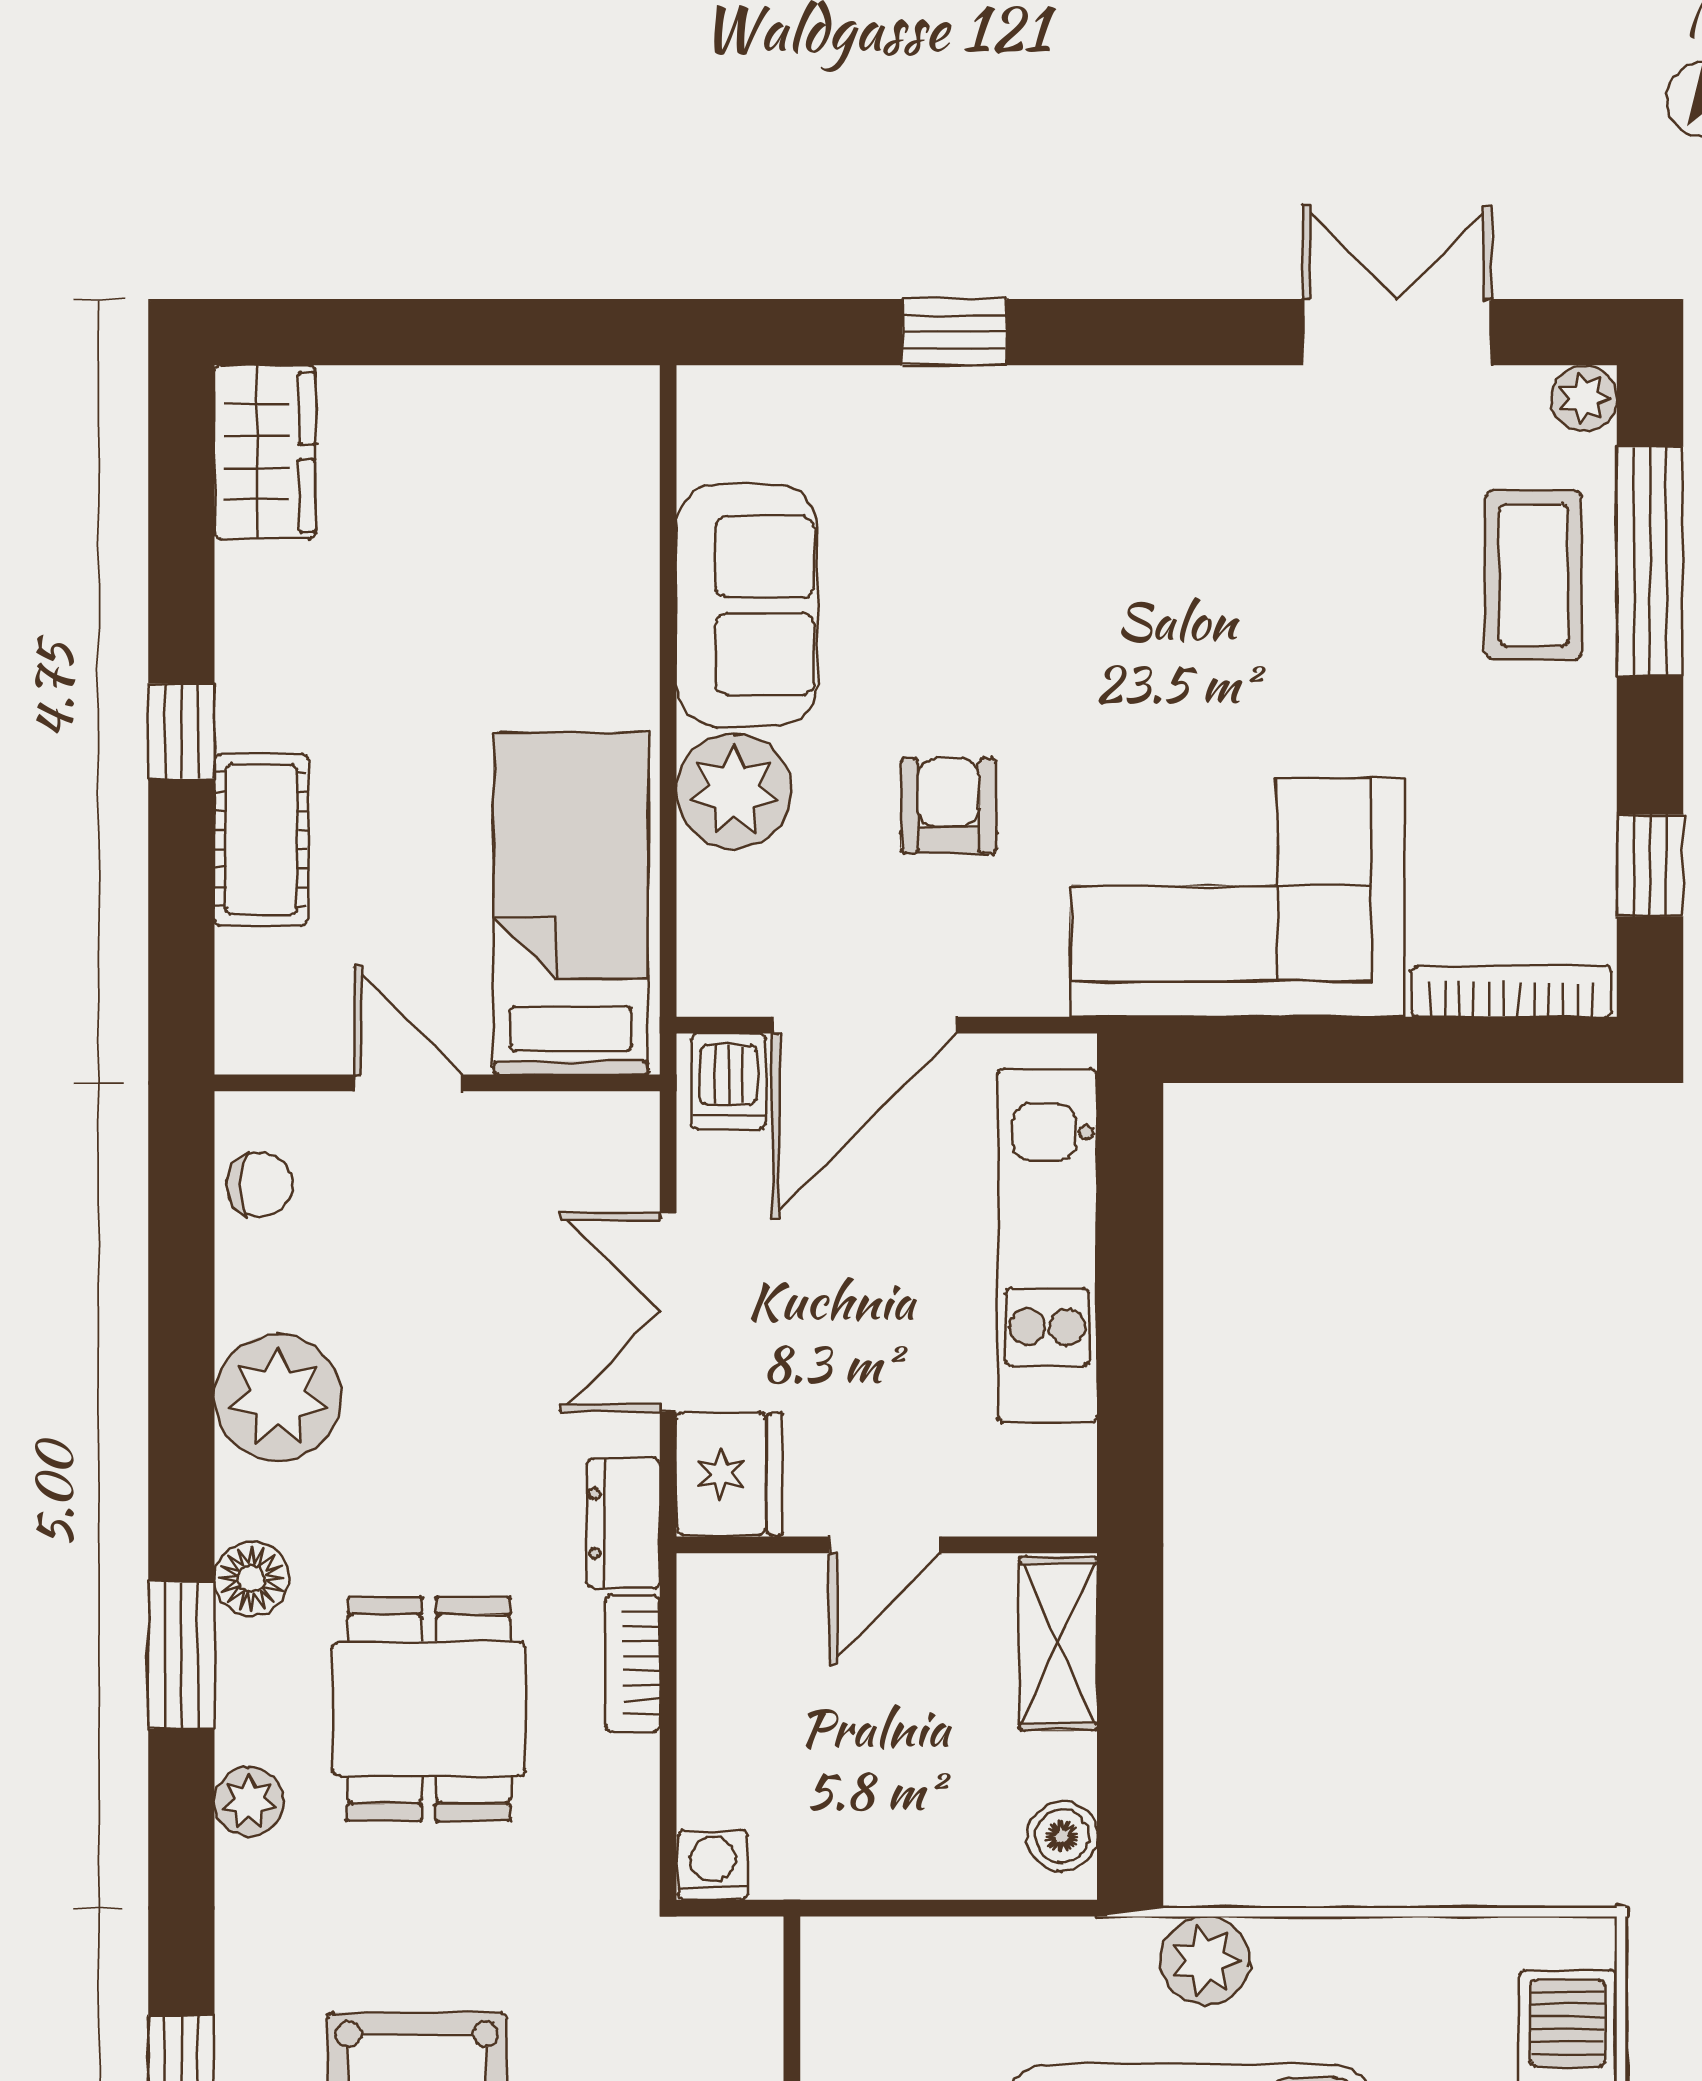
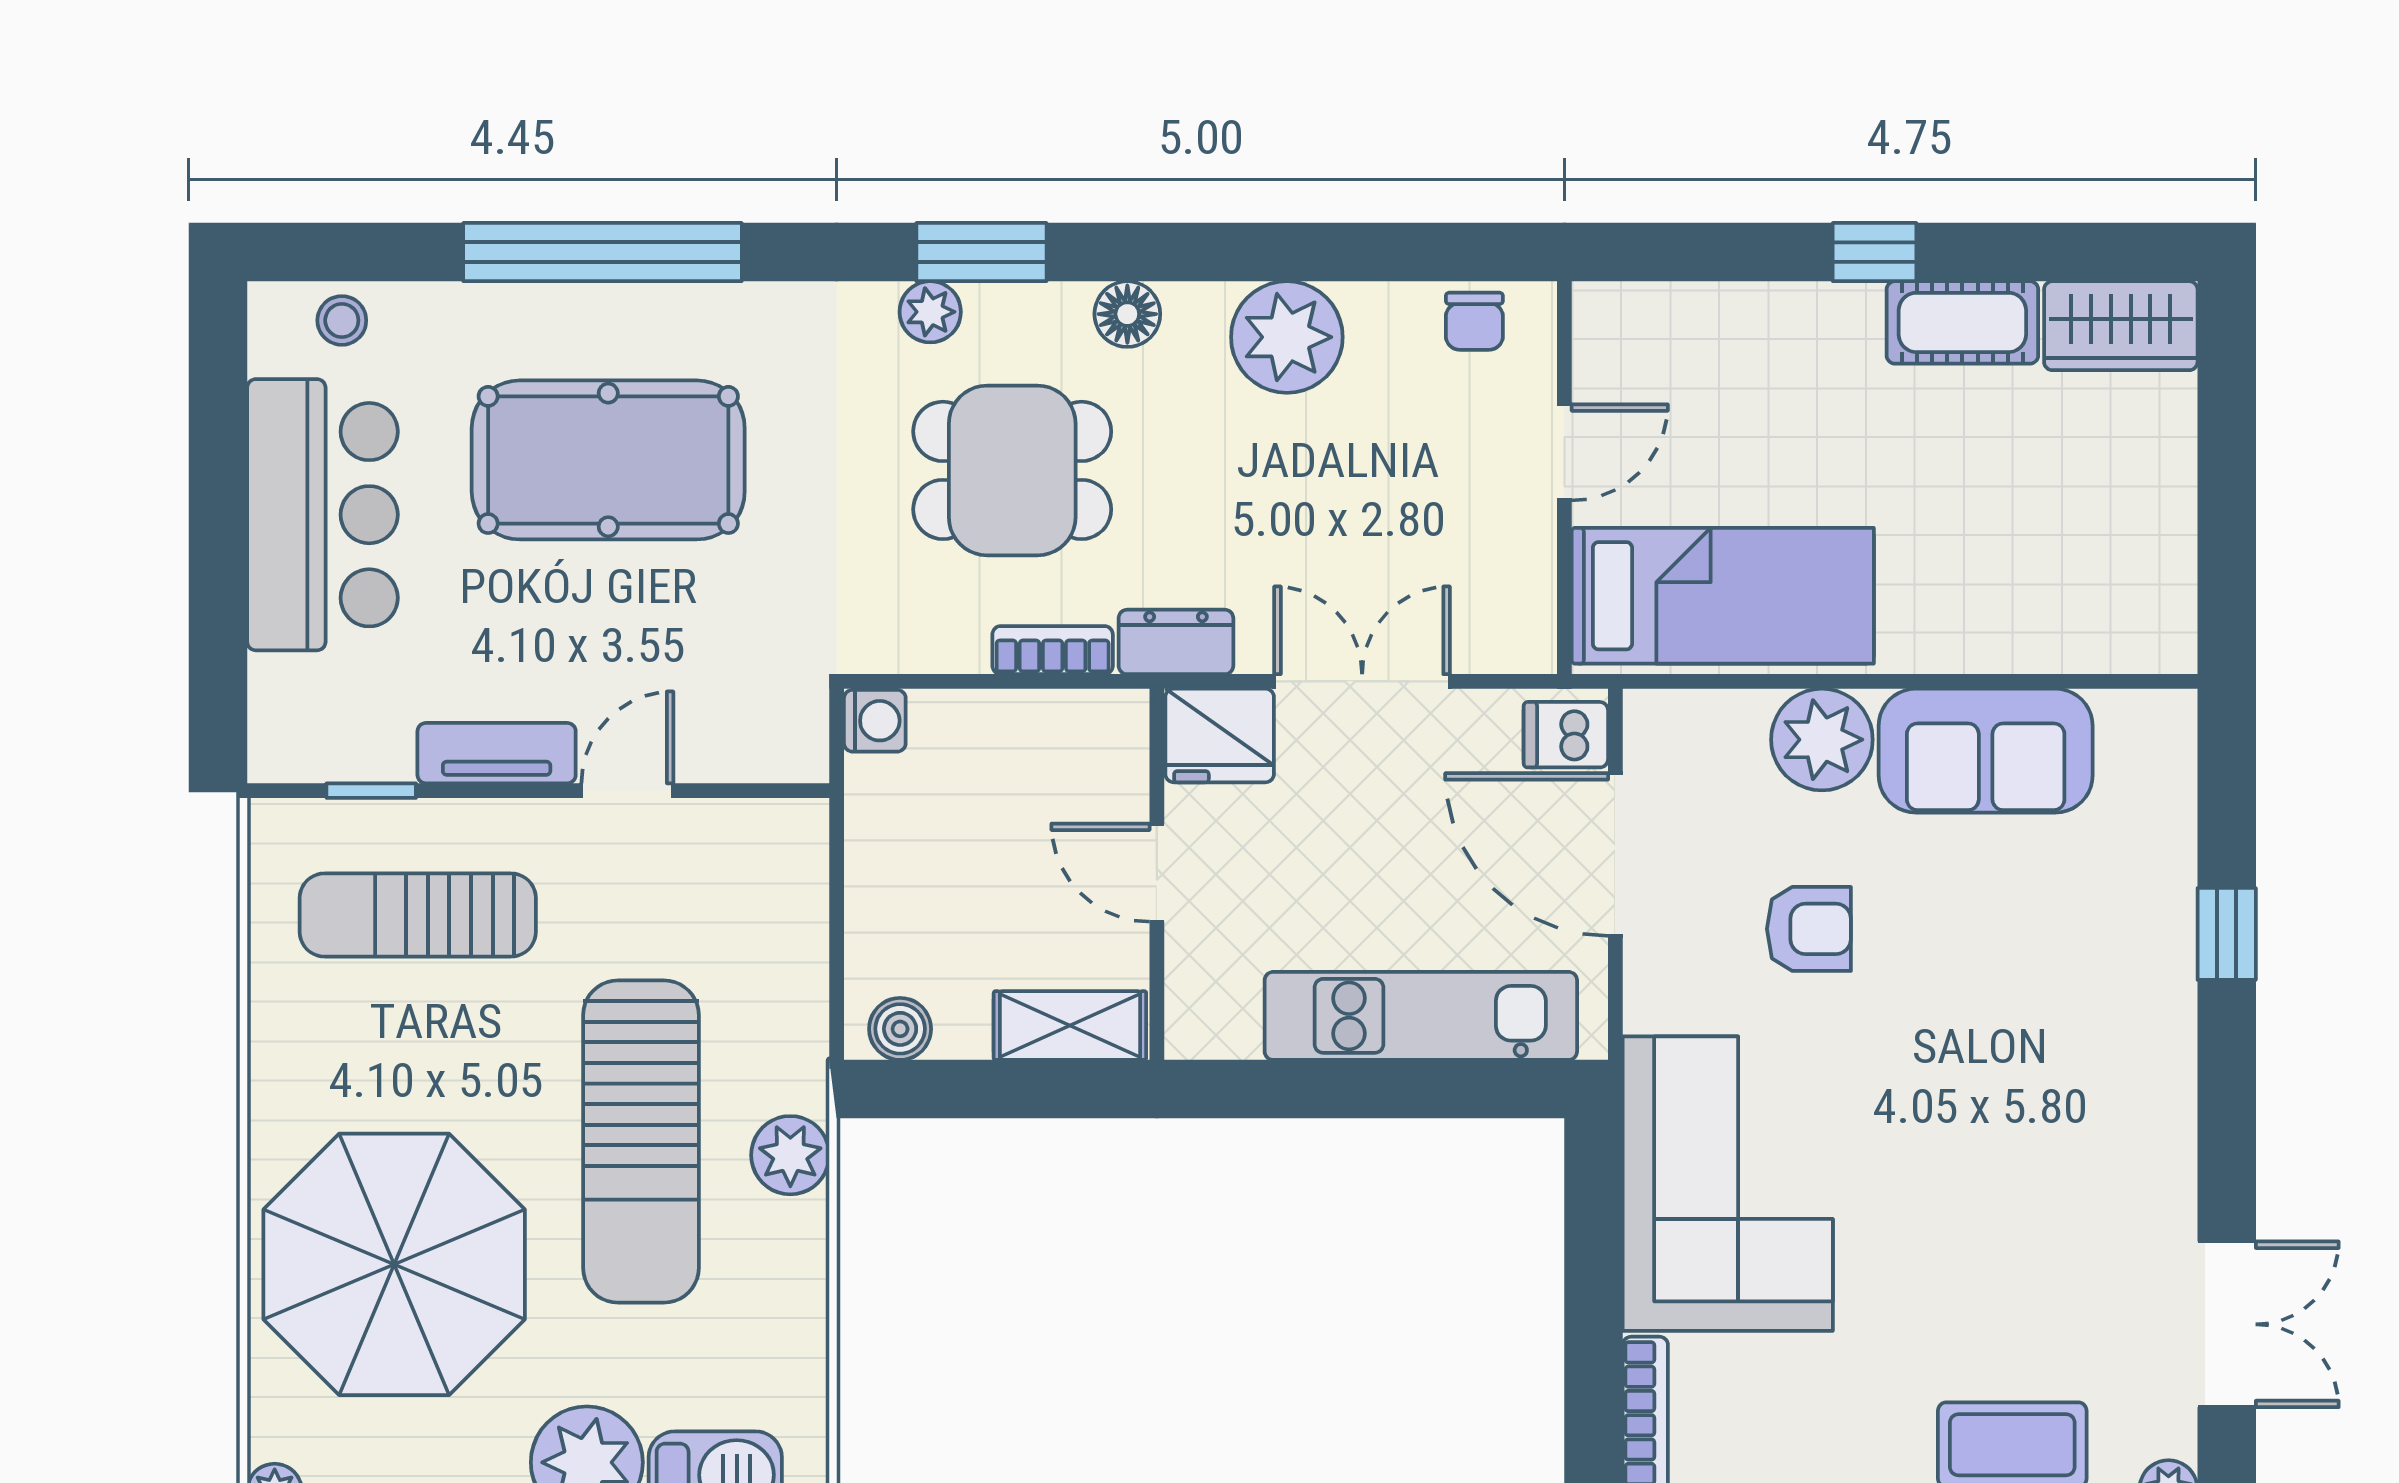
cot: (261, 840) -> (1962, 322), moved
window: (181, 1655) -> (981, 252), moved

